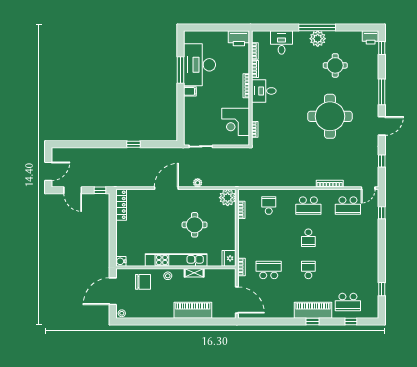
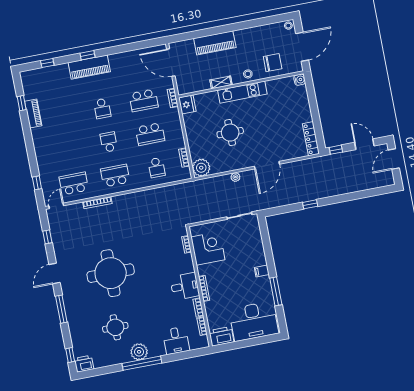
desk: (200, 65) -> (254, 321), moved, turned 90
kitchen unit: (176, 260) -> (242, 92), width x0.73
piano: (373, 277) -> (33, 113), added
chair: (143, 282) -> (273, 63), turned 180
school desk: (348, 302) -> (150, 134), moved, turned 180

